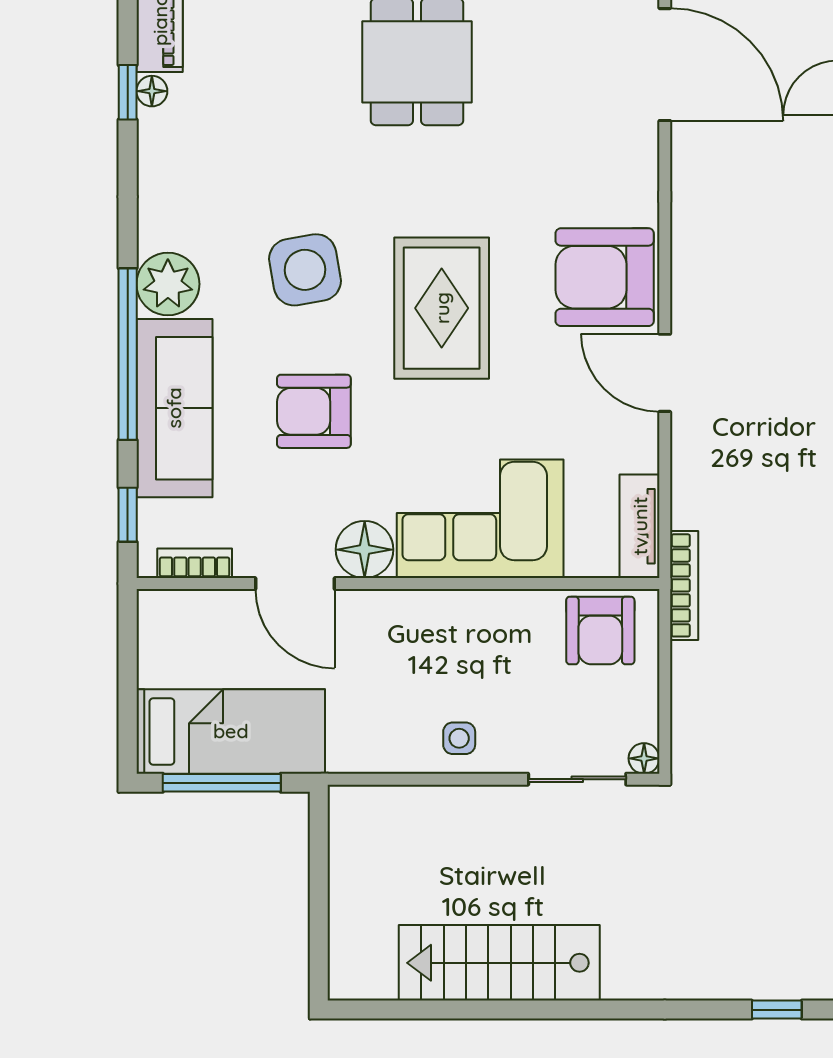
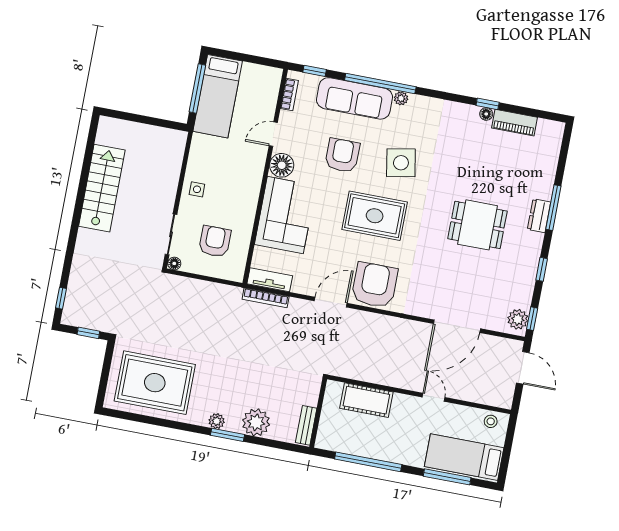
plant: (168, 284) -> (401, 98), width x0.53, depth x0.53
door: (295, 584) -> (273, 134), width x0.73
bookcase: (684, 585) -> (266, 298), moved
armchair: (600, 630) -> (215, 241), moved, turned 90

